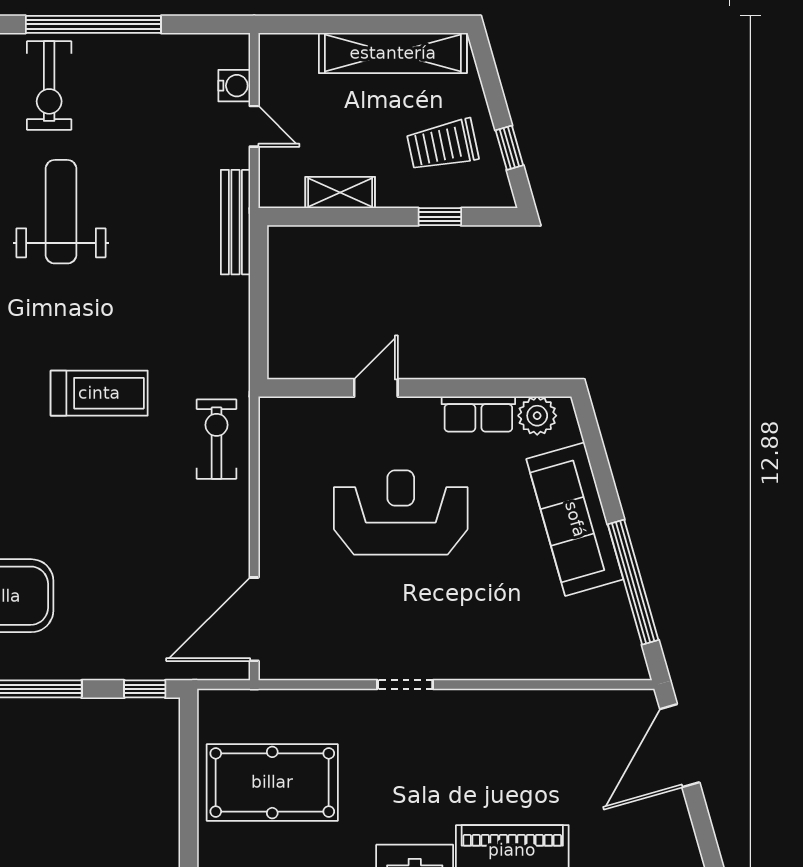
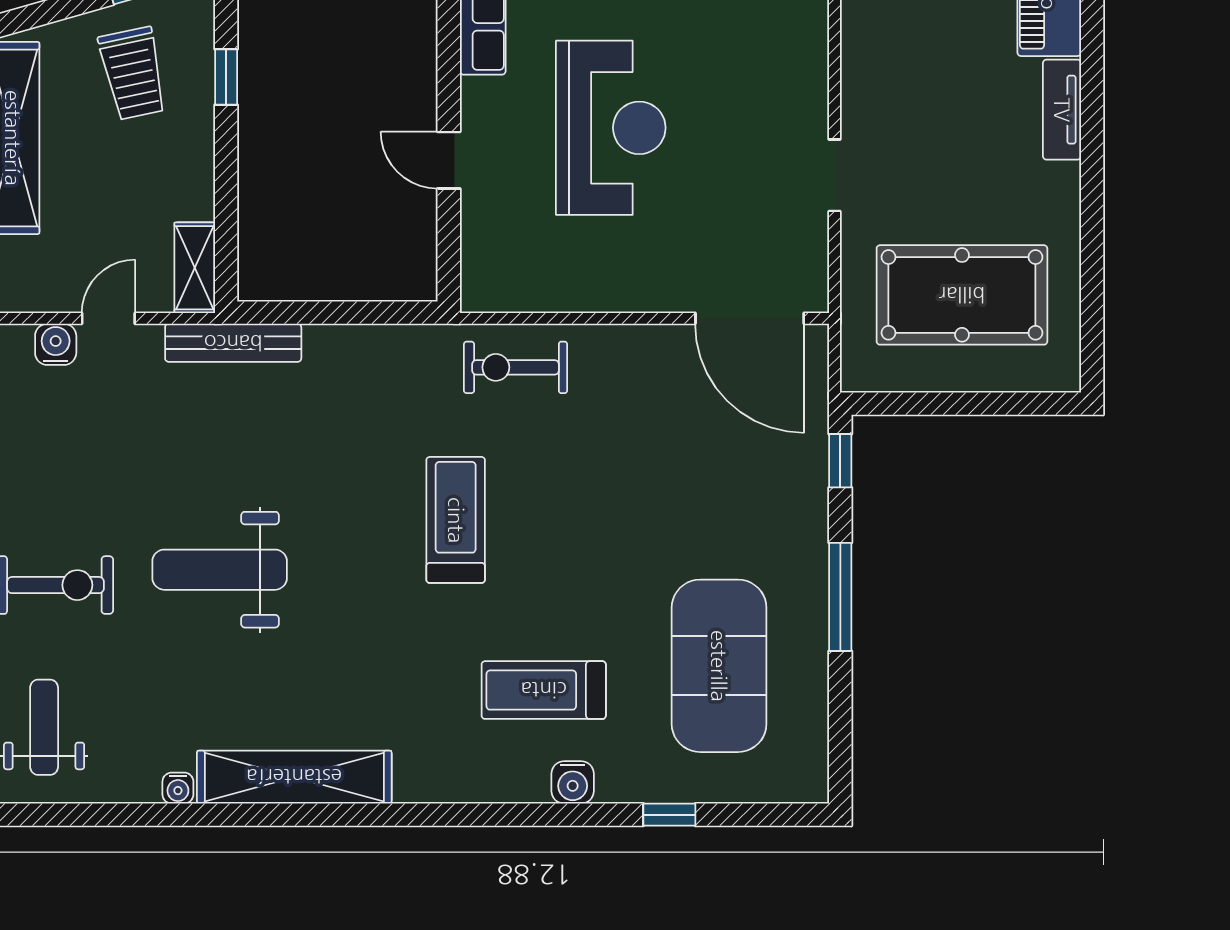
shelving: (340, 193) -> (195, 268), moved
reception desk: (401, 512) -> (611, 128), turned 180
doorway: (405, 684) -> (835, 175), moved
pool table: (272, 782) -> (962, 295), turned 90

